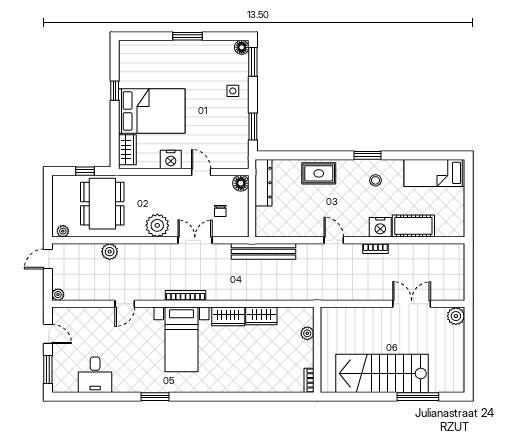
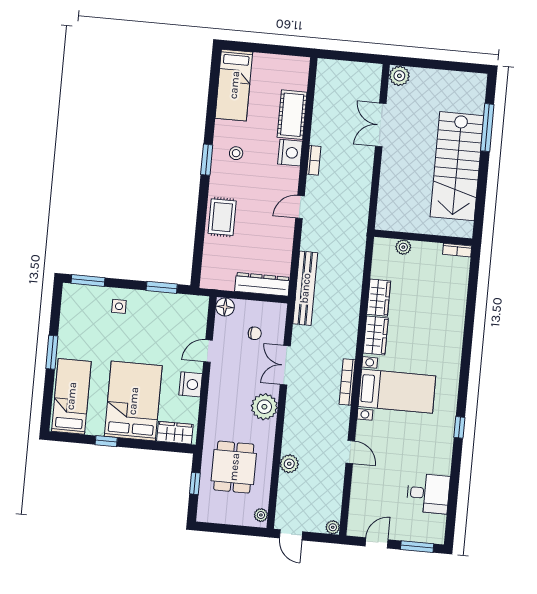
floor lamp: (242, 47) -> (70, 292), removed
bed: (151, 57) -> (71, 396), added
dresser: (264, 183) -> (262, 284), moved
dining table: (102, 204) -> (234, 467), width x0.73
window: (155, 397) -> (459, 427), width x0.67

